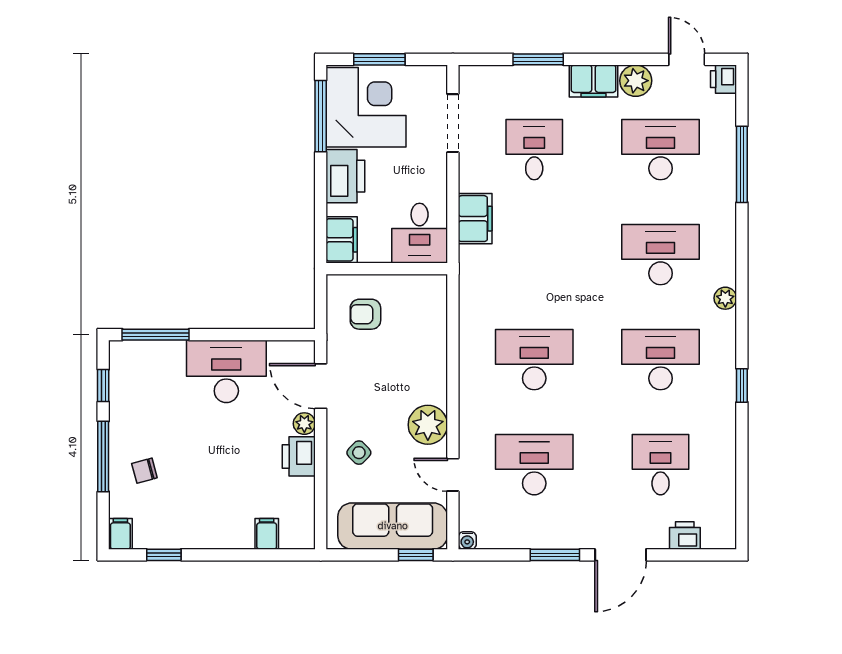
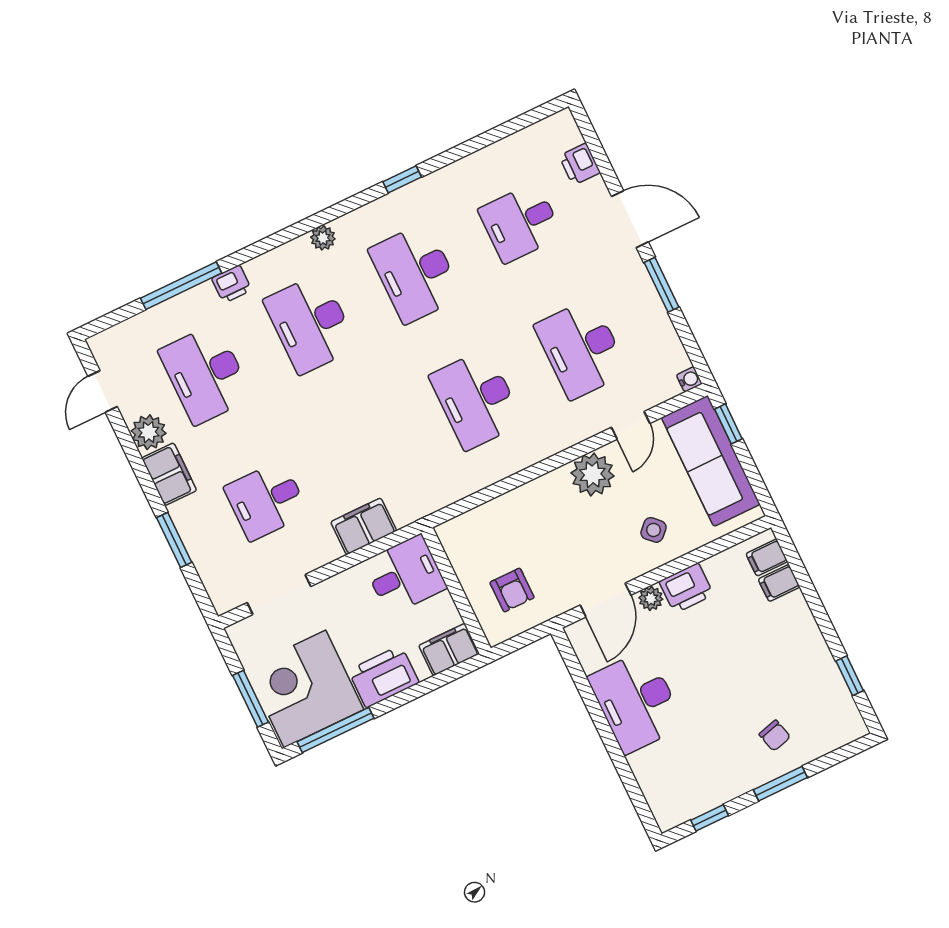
printer: (723, 79) -> (232, 284), moved
window: (156, 335) -> (633, 790), removed
window: (103, 456) -> (780, 784), width x0.69
filing cabinet: (120, 534) -> (767, 558), moved

